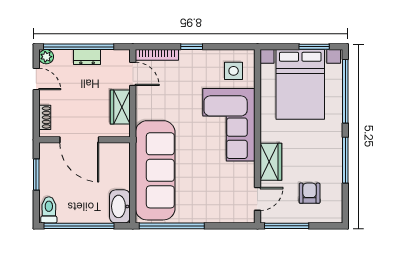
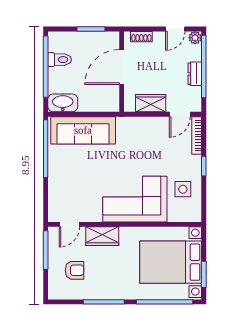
side table: (234, 71) -> (183, 189), moved
sofa: (155, 170) -> (83, 130), width x0.74, depth x0.79
door: (257, 199) -> (69, 224), hinge flipped
toilet: (49, 210) -> (60, 60), moved

